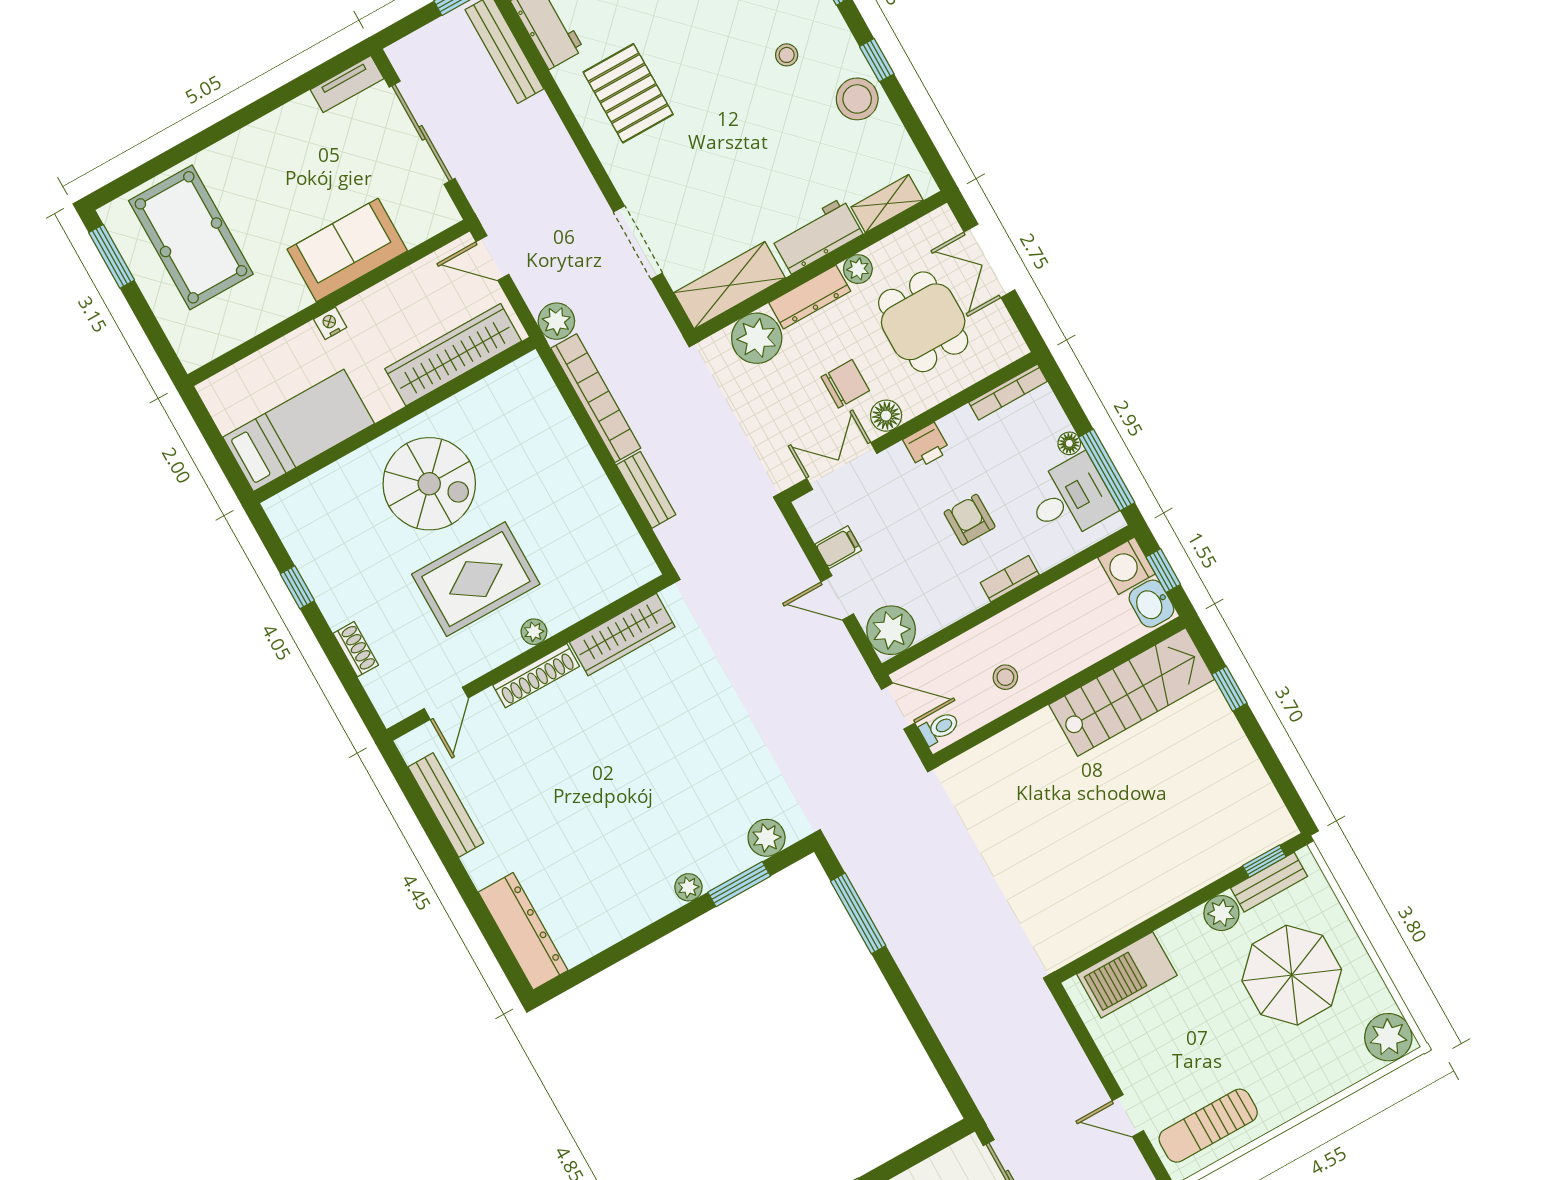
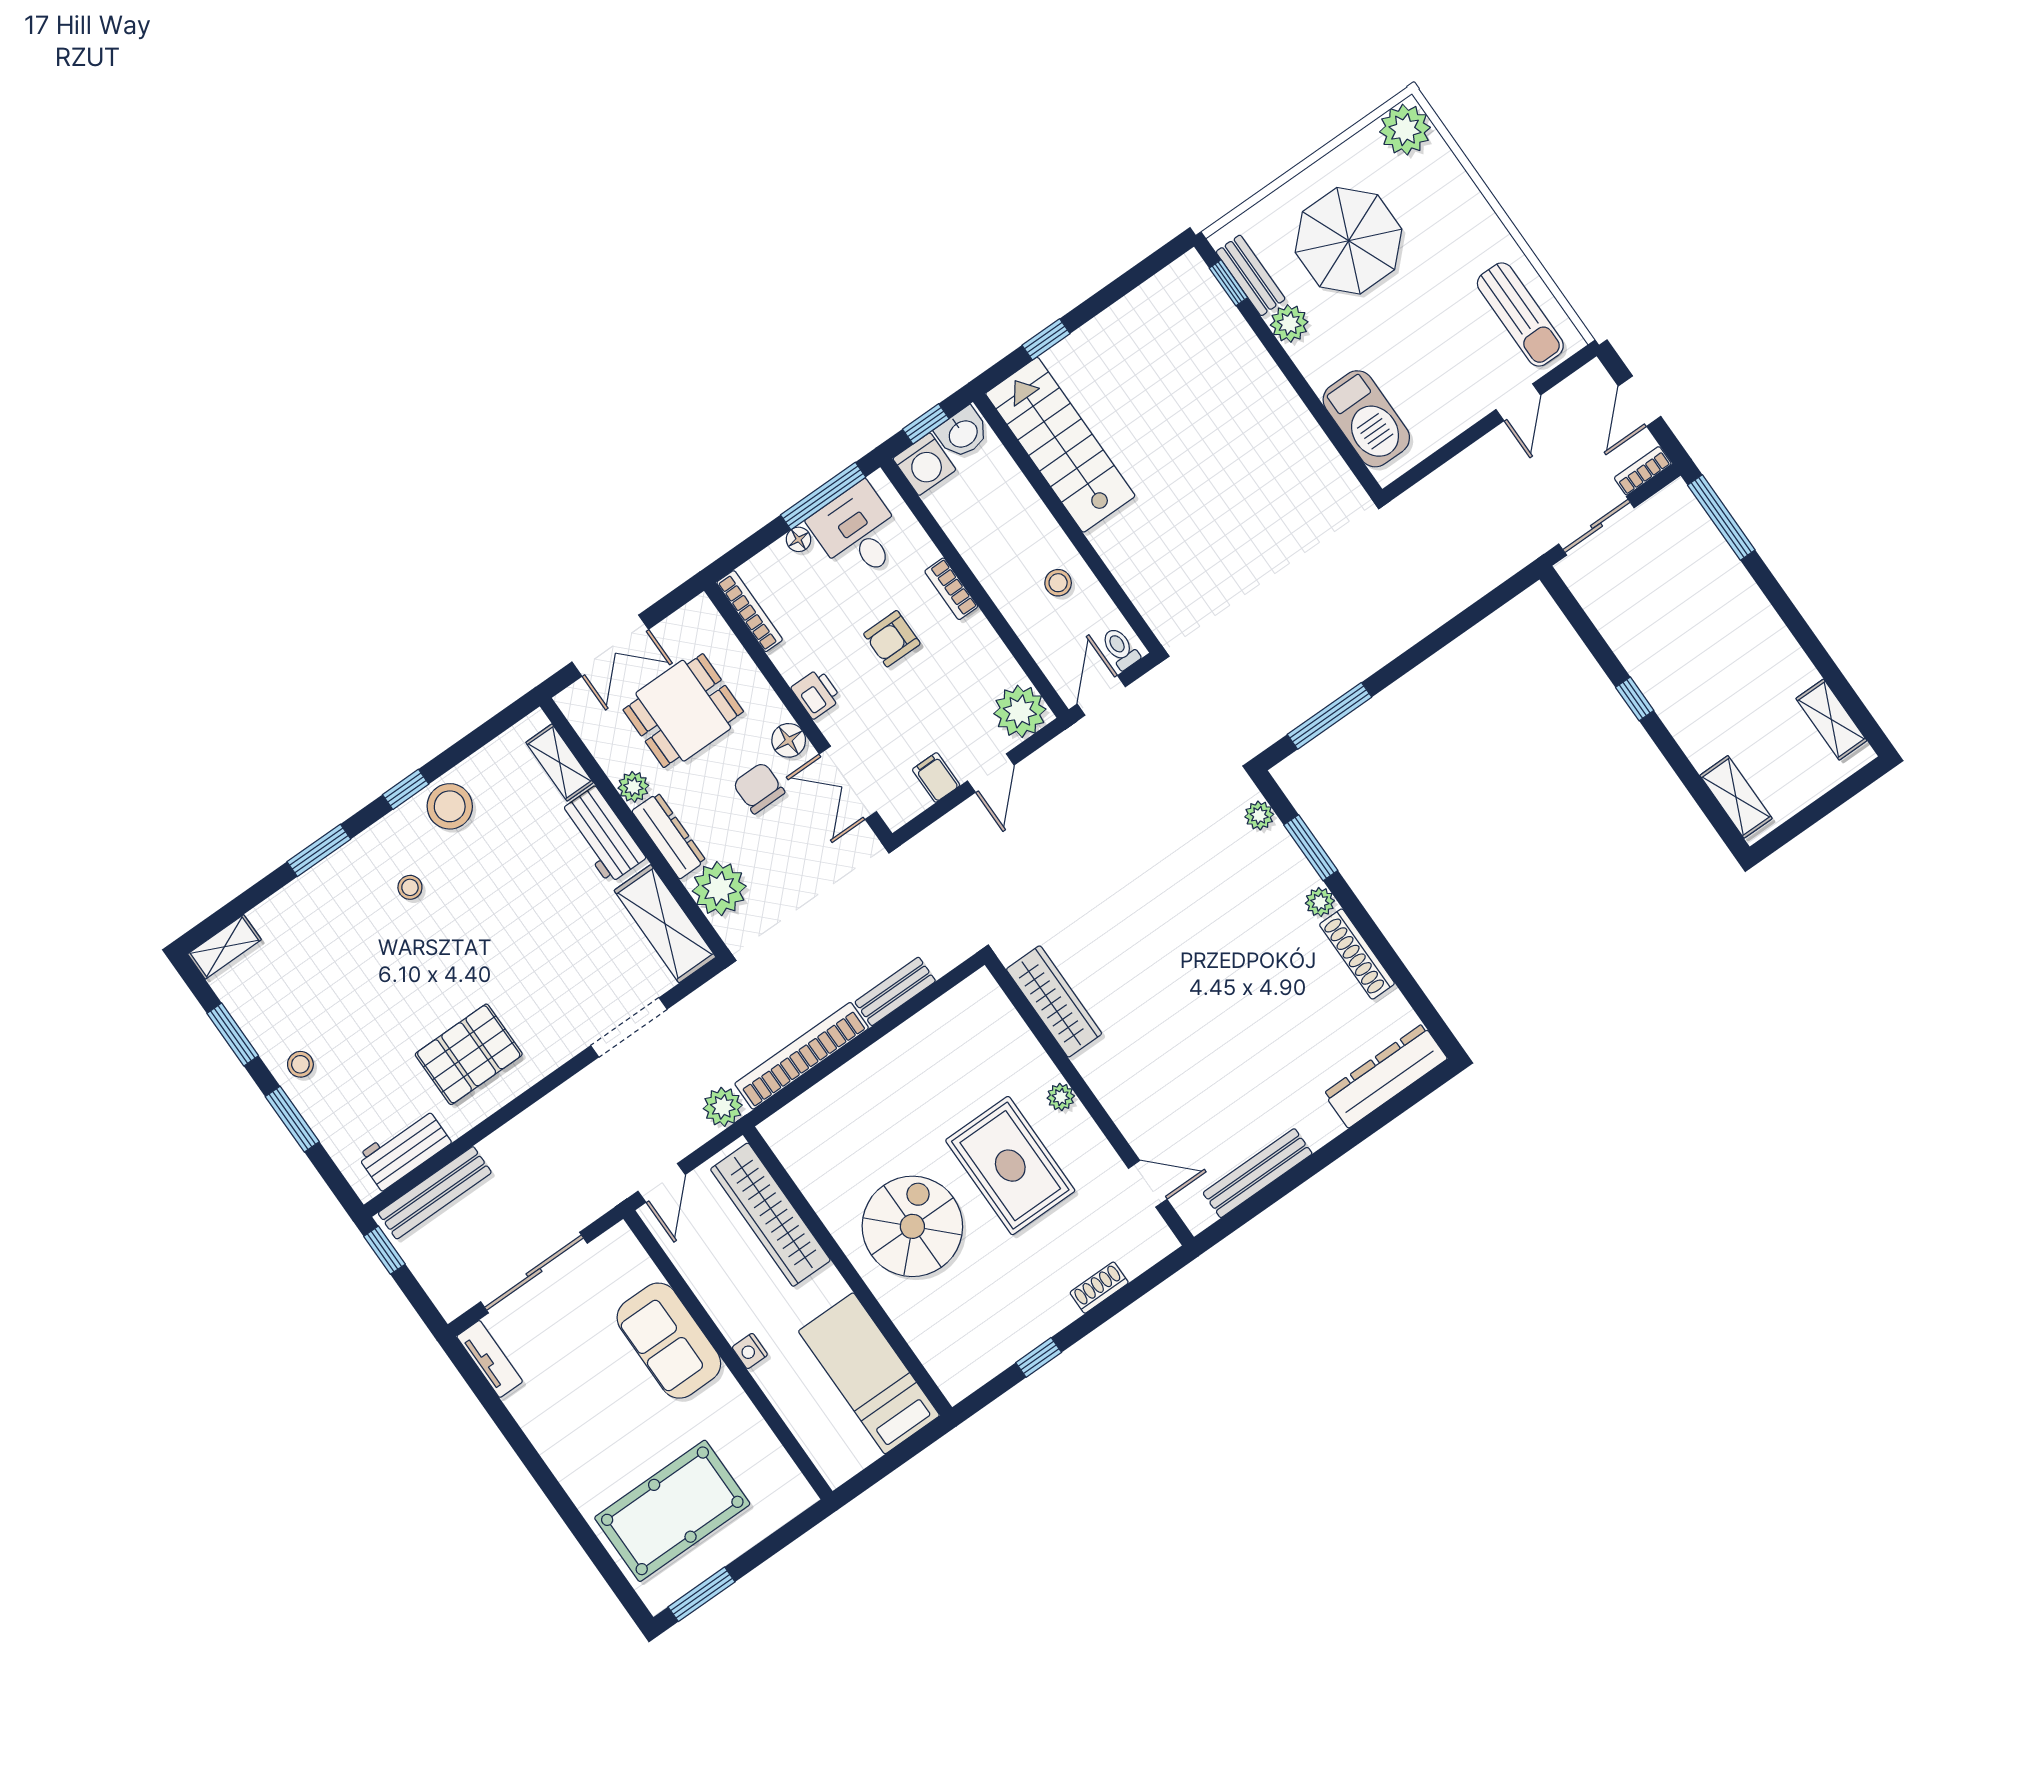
shoe rack: (536, 676) -> (1357, 954), moved, turned 180
plant: (767, 838) -> (1259, 816), width x0.73, depth x0.73

